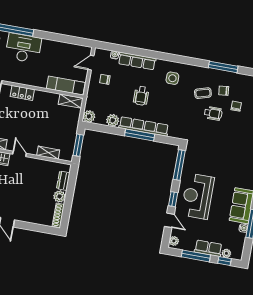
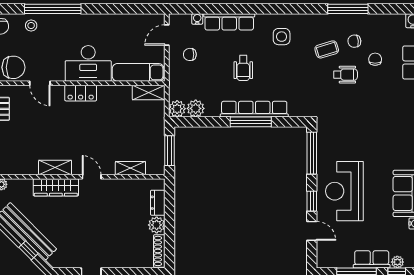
desk: (23, 48) -> (88, 63), moved, turned 180
plant: (113, 120) -> (196, 108), moved
plant: (174, 241) -> (323, 258), removed

